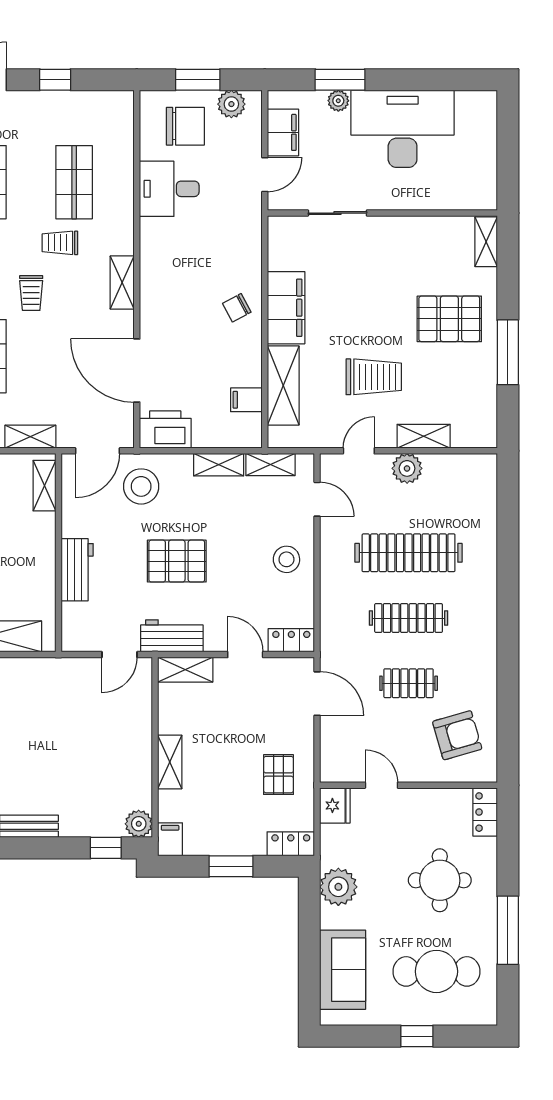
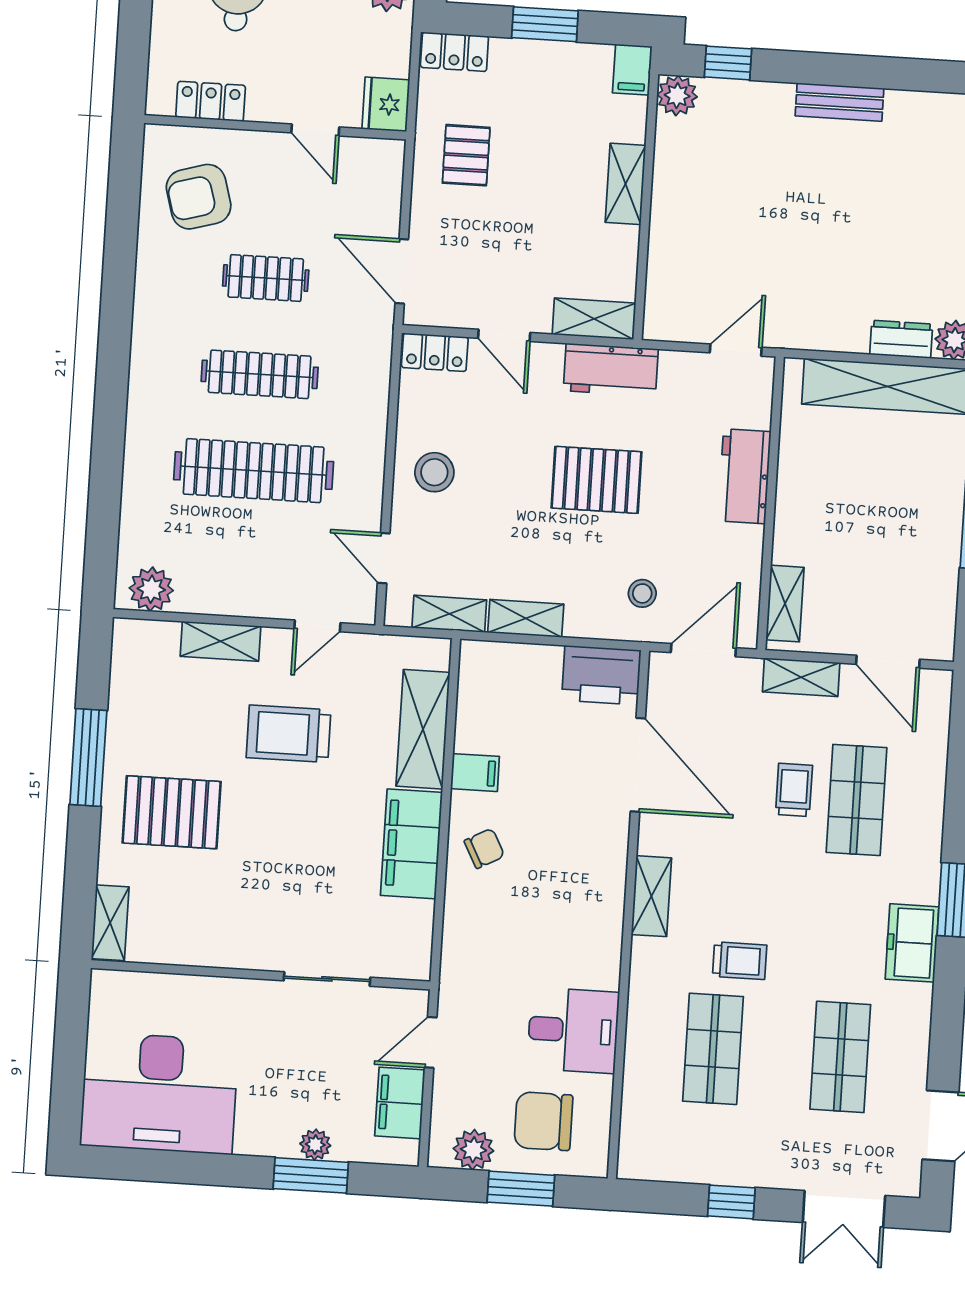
desk: (403, 129) -> (159, 1093), moved
trolley: (31, 293) -> (794, 790), moved
filing cabinet: (246, 400) -> (475, 773), moved
plant: (407, 468) -> (151, 589), moved
stool: (141, 486) -> (642, 593), width x0.53, depth x0.53
door: (119, 655) -> (736, 350), moved
locker: (485, 812) -> (211, 101), moved, turned -90

